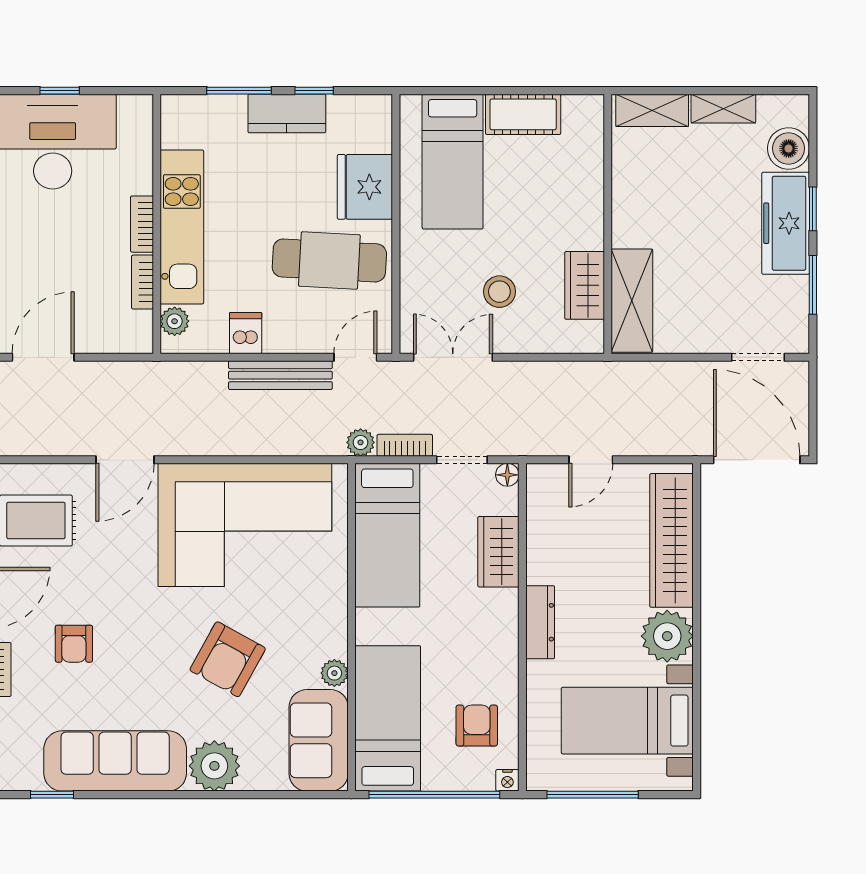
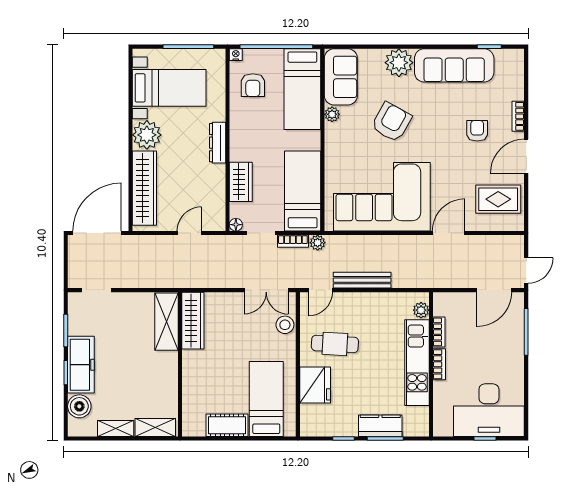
kitchen counter: (287, 113) -> (380, 426), moved
cafe table: (329, 260) -> (335, 344), width x0.73, depth x0.74
wardrobe: (585, 285) -> (193, 321), width x1.50
stool: (499, 292) -> (285, 325), moved
dishwasher: (246, 333) -> (382, 304), removed
door: (757, 460) -> (97, 233), swing flipped

